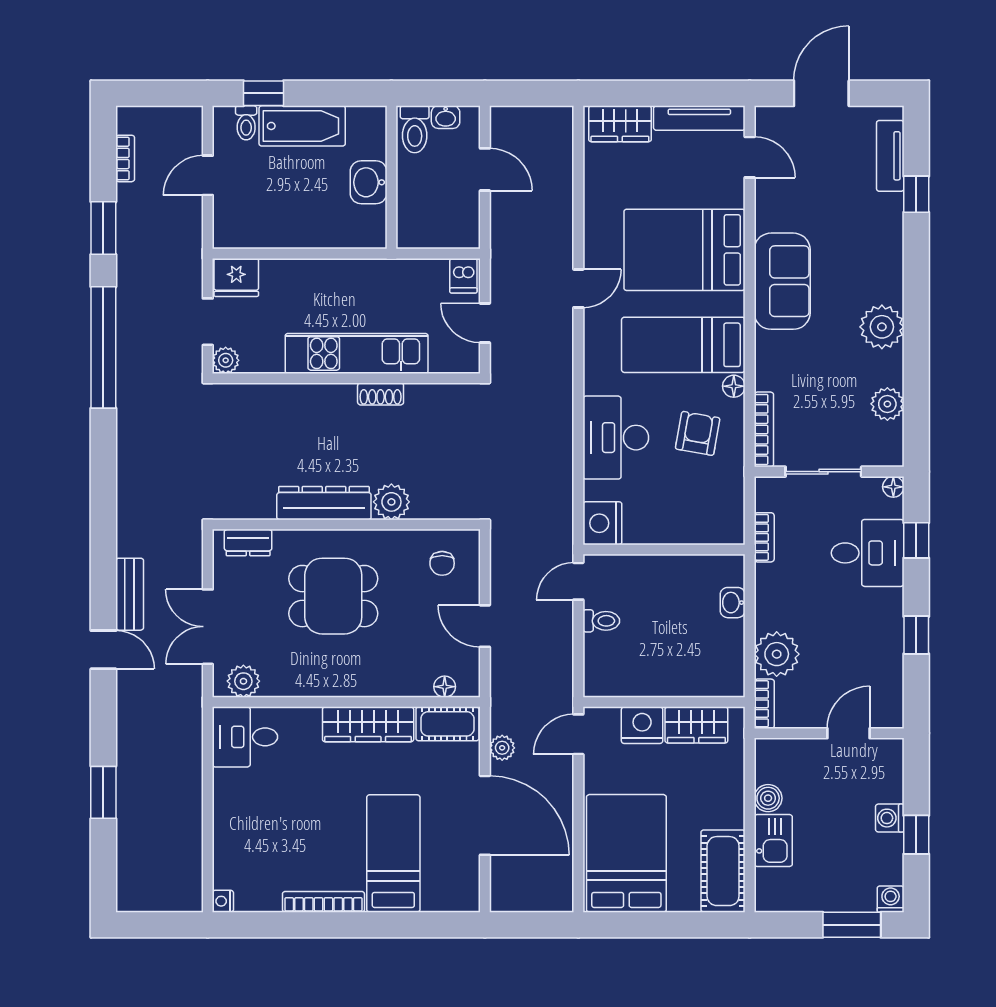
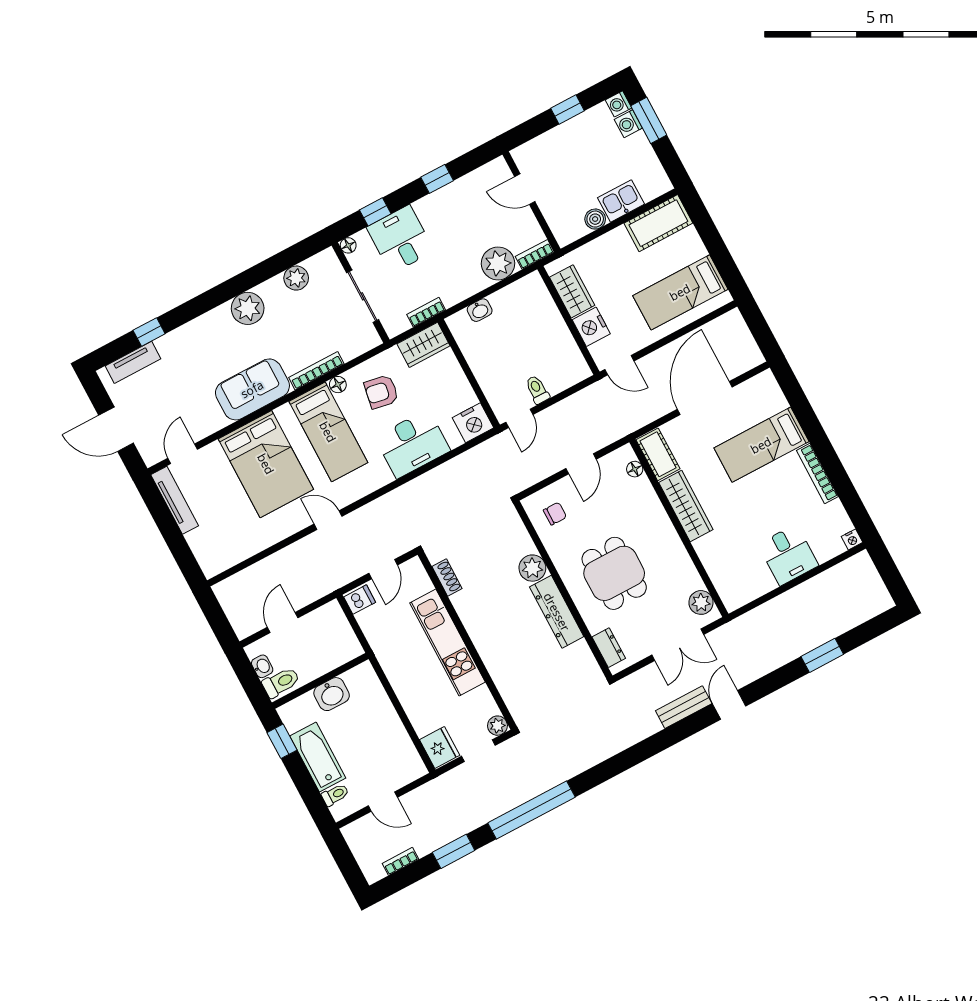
window: (264, 93) -> (282, 741), moved
wardrobe: (620, 124) -> (424, 345), moved, turned 90
shoe rack: (381, 394) -> (447, 578), moved
bookcase: (764, 429) -> (316, 371), moved
door: (578, 581) -> (519, 418), hinge flipped
desk: (245, 737) -> (788, 555), moved
plant: (502, 748) -> (655, 410), removed
washing machine: (890, 818) -> (628, 124), moved, turned 90
bed: (626, 853) -> (680, 292), width x0.67

